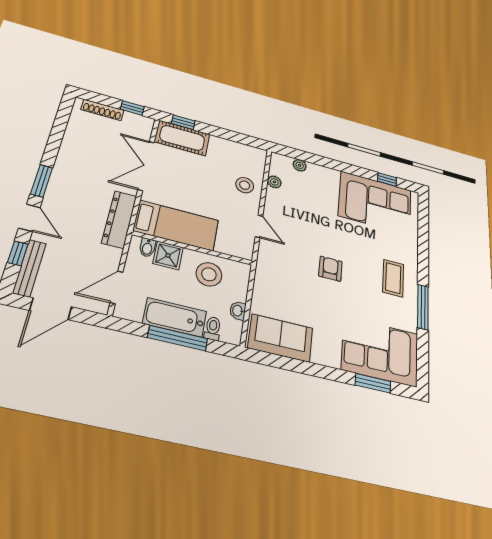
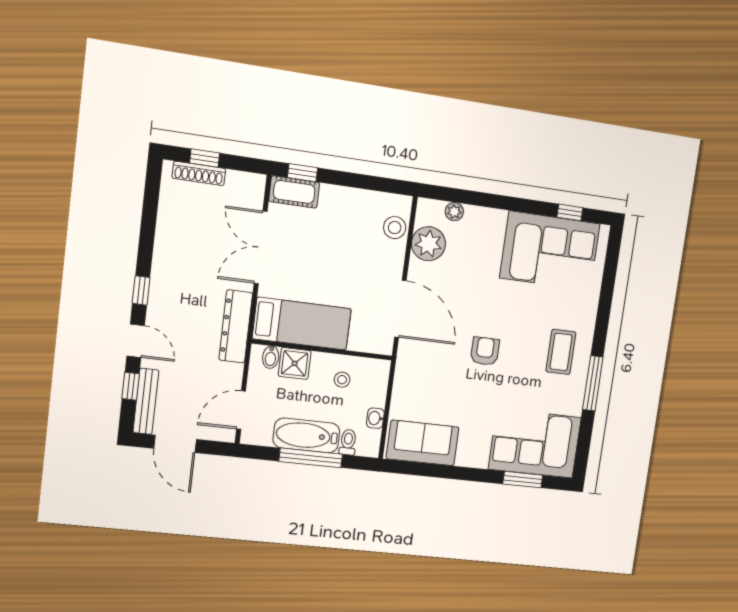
window: (132, 108) -> (205, 158), moved
cot: (182, 138) -> (294, 192), width x0.73, depth x0.75
window: (42, 181) -> (141, 290), width x0.67
plant: (274, 182) -> (428, 244), width x1.88, depth x1.88
stool: (245, 185) -> (395, 228), moved
door: (259, 226) -> (400, 309), width x1.88
stool: (209, 274) -> (342, 380), width x0.53, depth x0.53
door: (51, 309) -> (175, 444), hinge flipped

